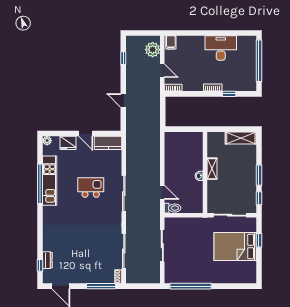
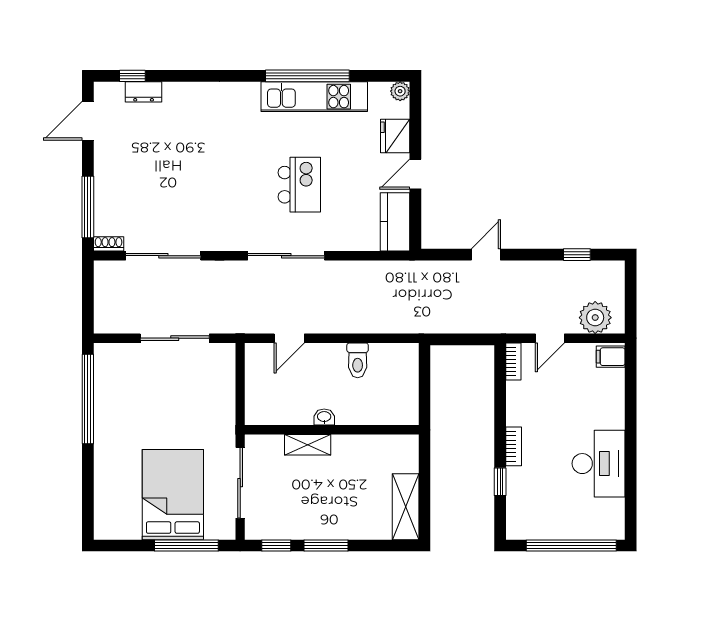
shelving: (212, 169) -> (308, 445), moved
toilet: (173, 208) -> (358, 360), moved
window: (259, 240) -> (186, 545), width x2.17

